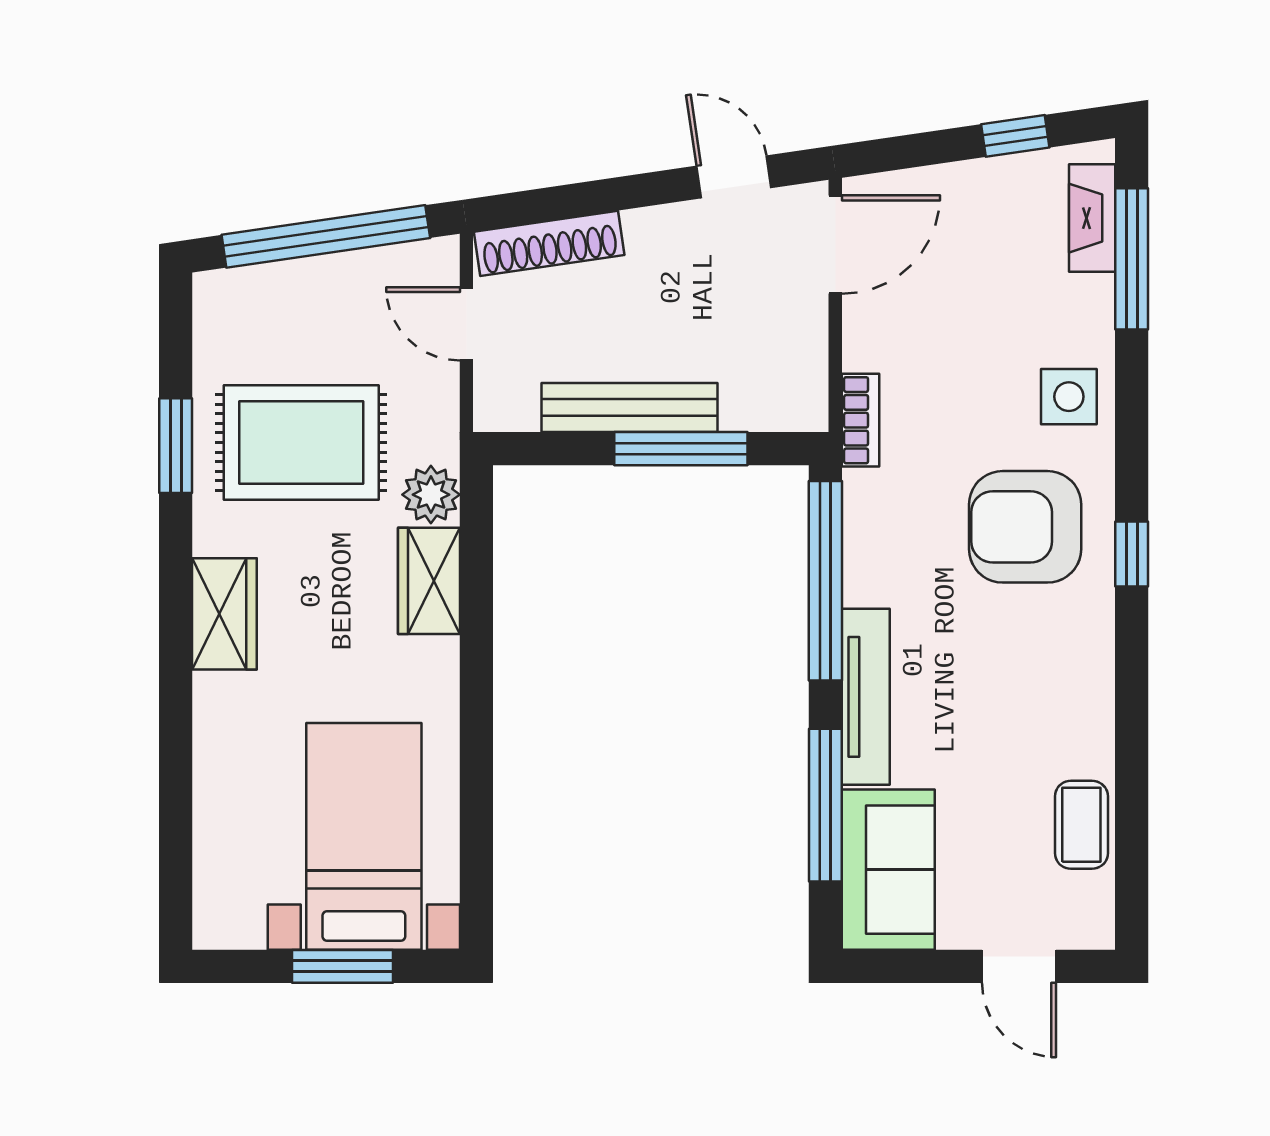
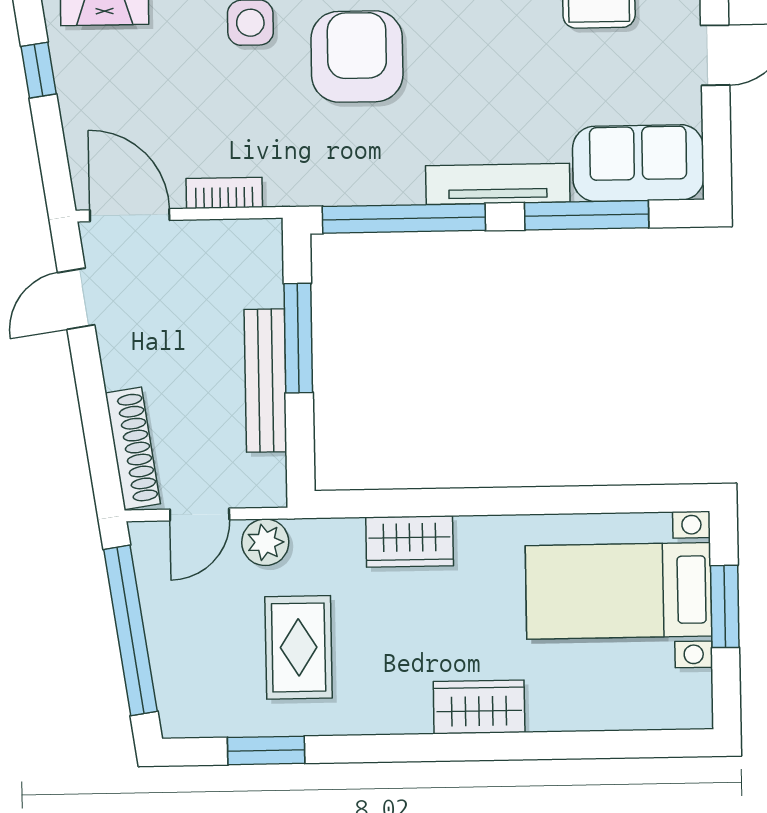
bookcase: (861, 420) -> (224, 193), moved
rug: (301, 442) -> (299, 647), width x0.73, depth x0.70
window: (176, 446) -> (266, 750), moved
plant: (431, 495) -> (265, 542), moved
armchair: (1025, 527) -> (357, 57), turned 180
wardrobe: (224, 614) -> (479, 707), moved

